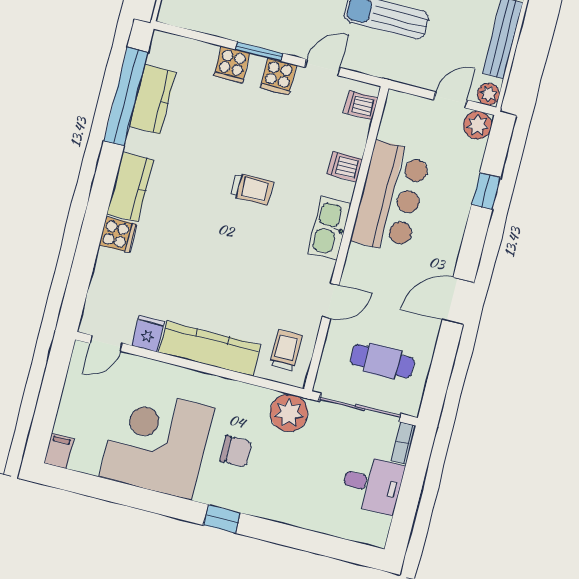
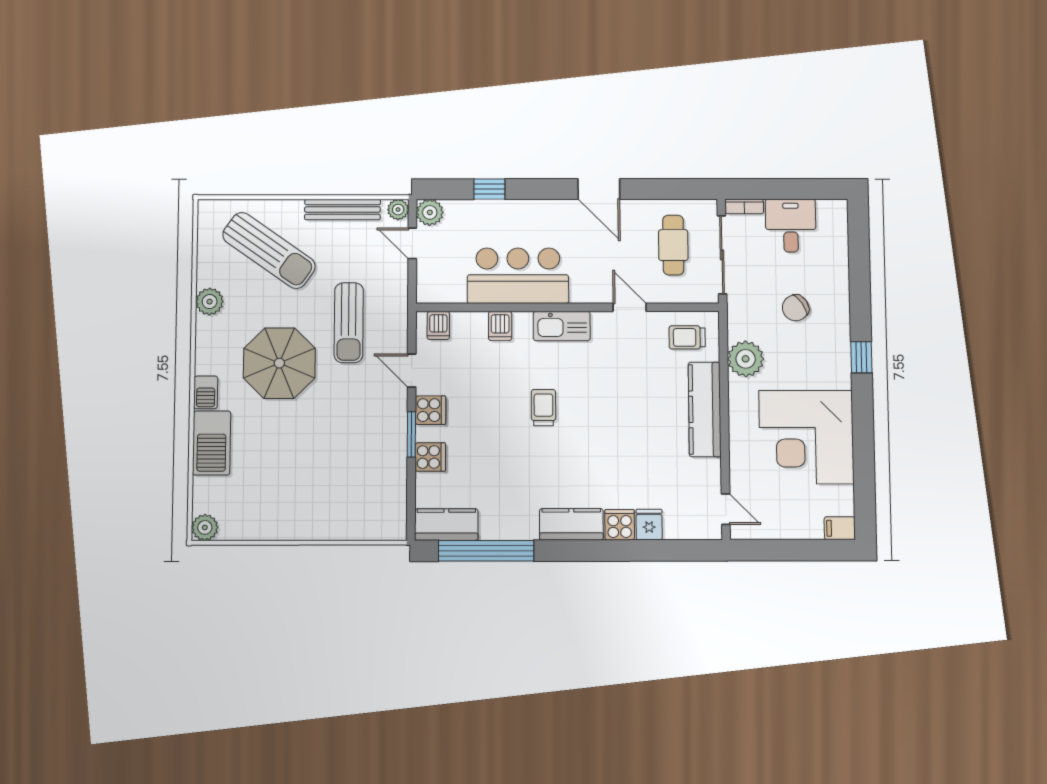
kitchen counter: (152, 99) -> (446, 525), moved
fridge: (148, 334) -> (649, 525), moved, turned 90
plant: (289, 413) -> (746, 359), moved
chair: (236, 451) -> (796, 308), moved, turned -124

